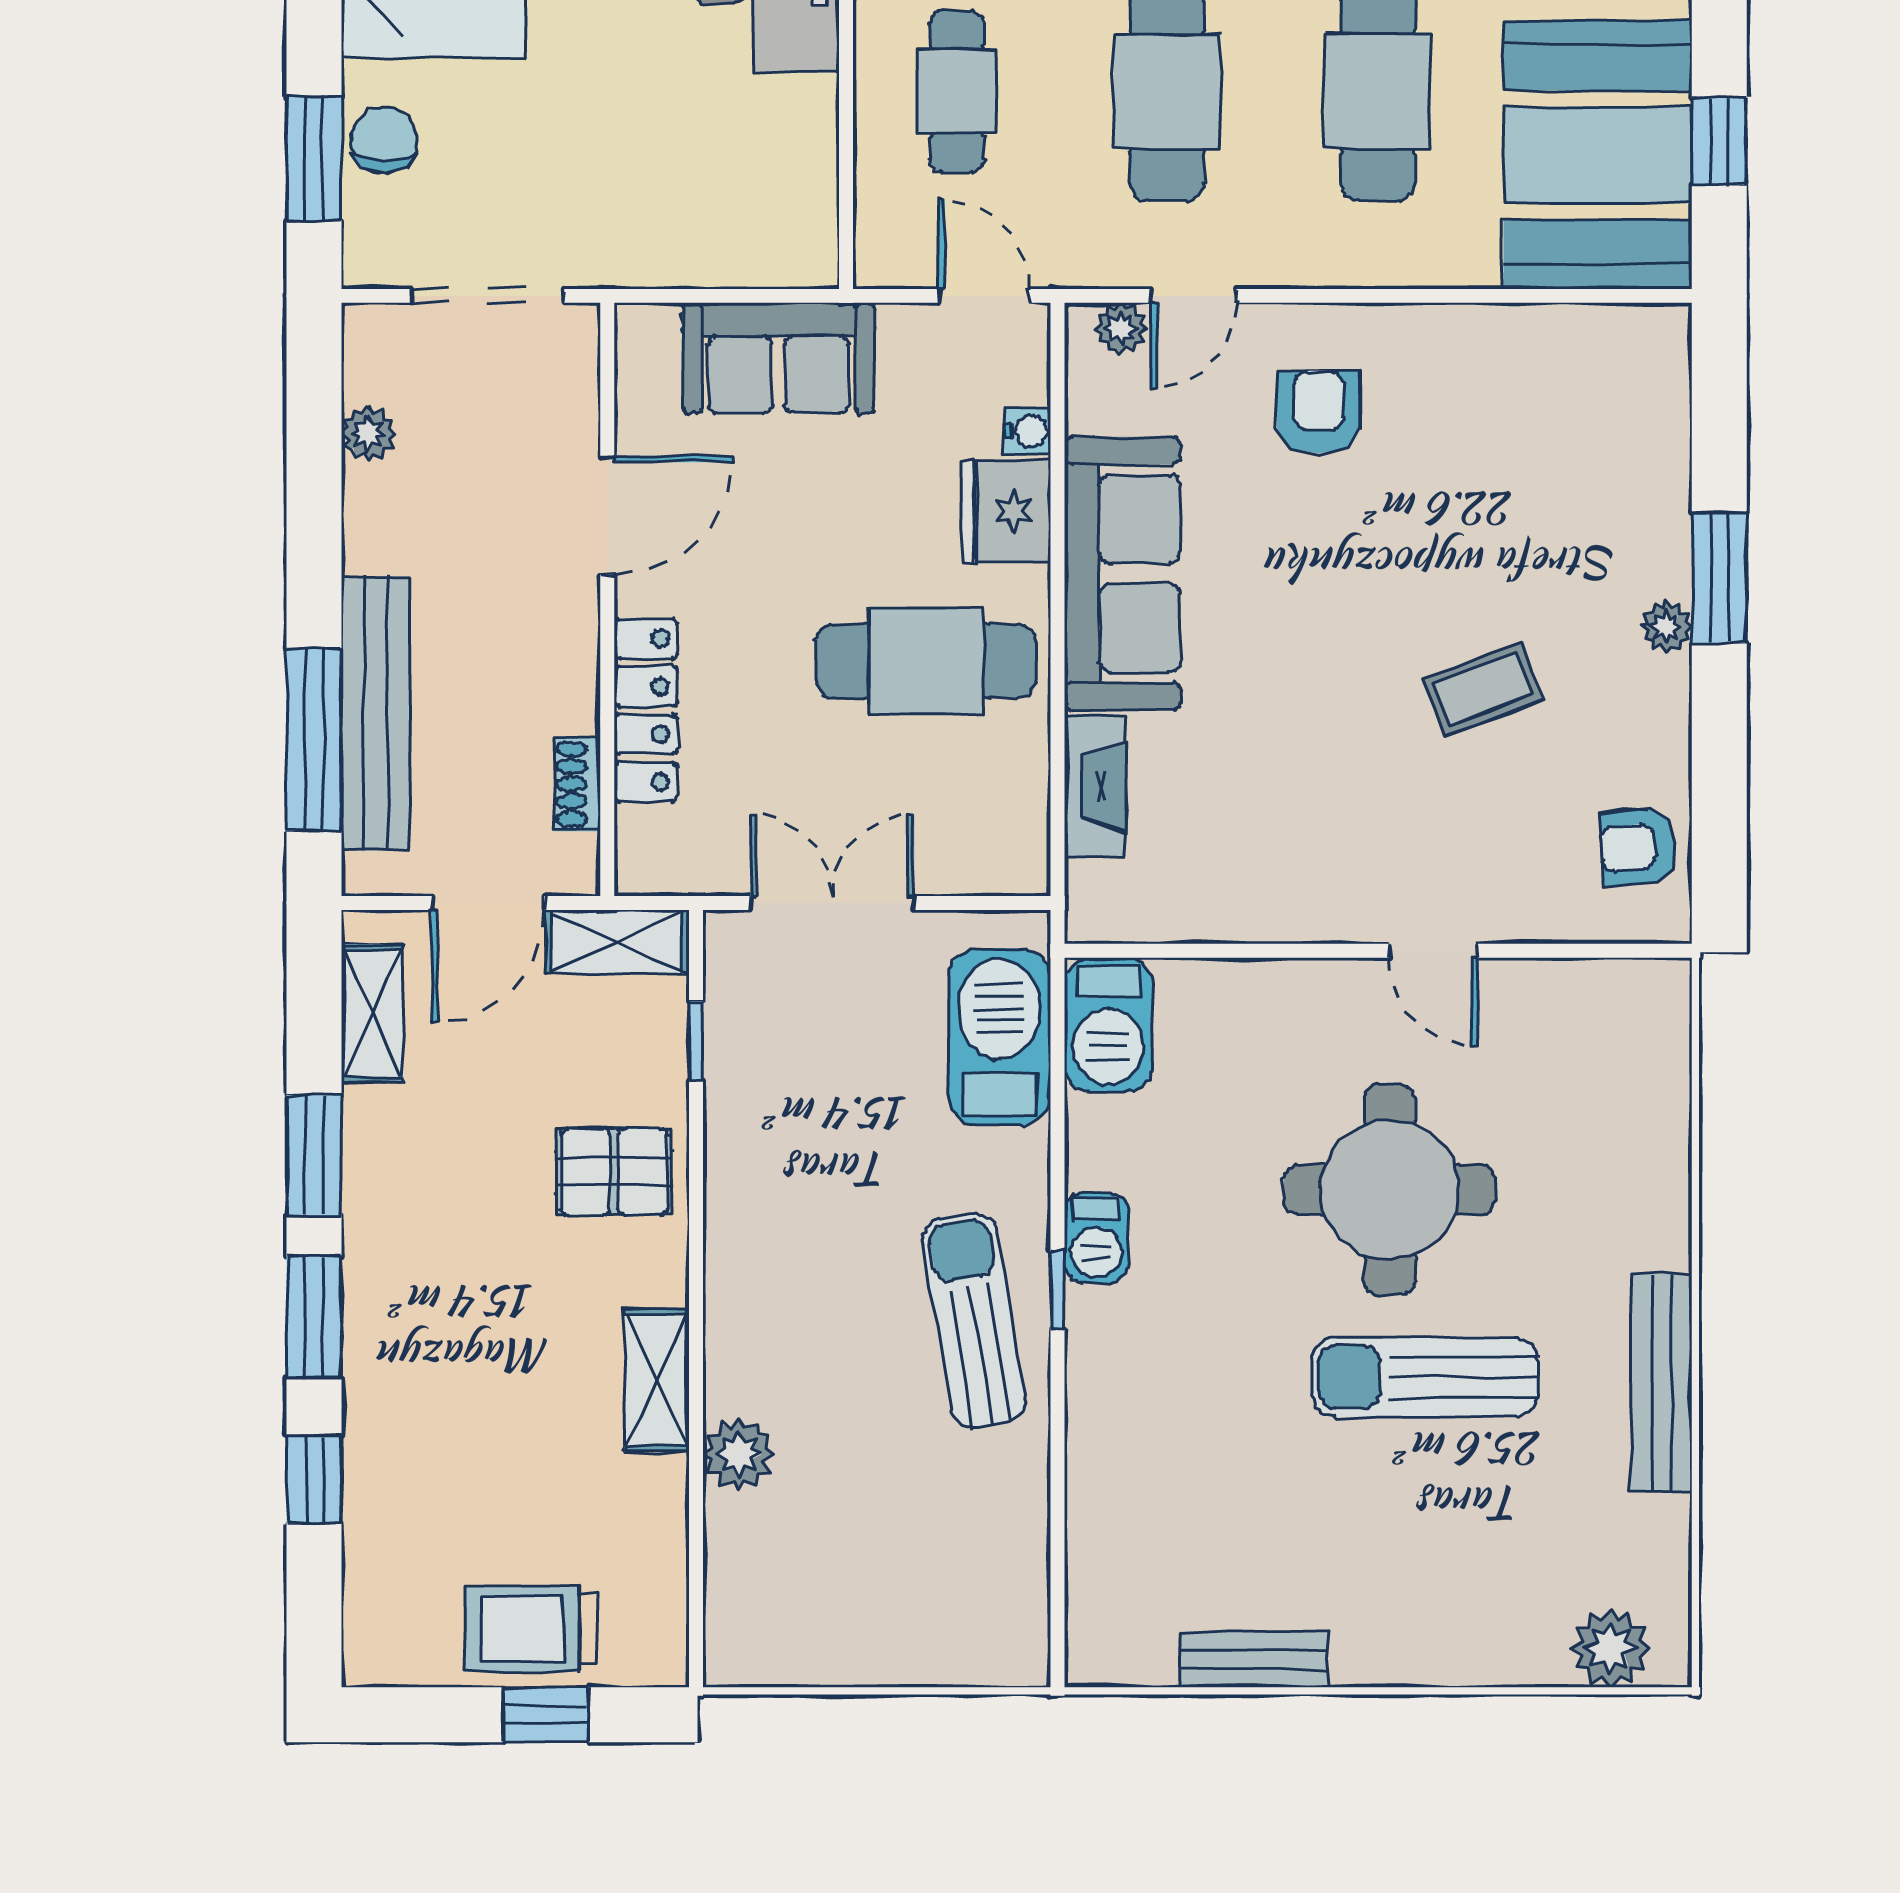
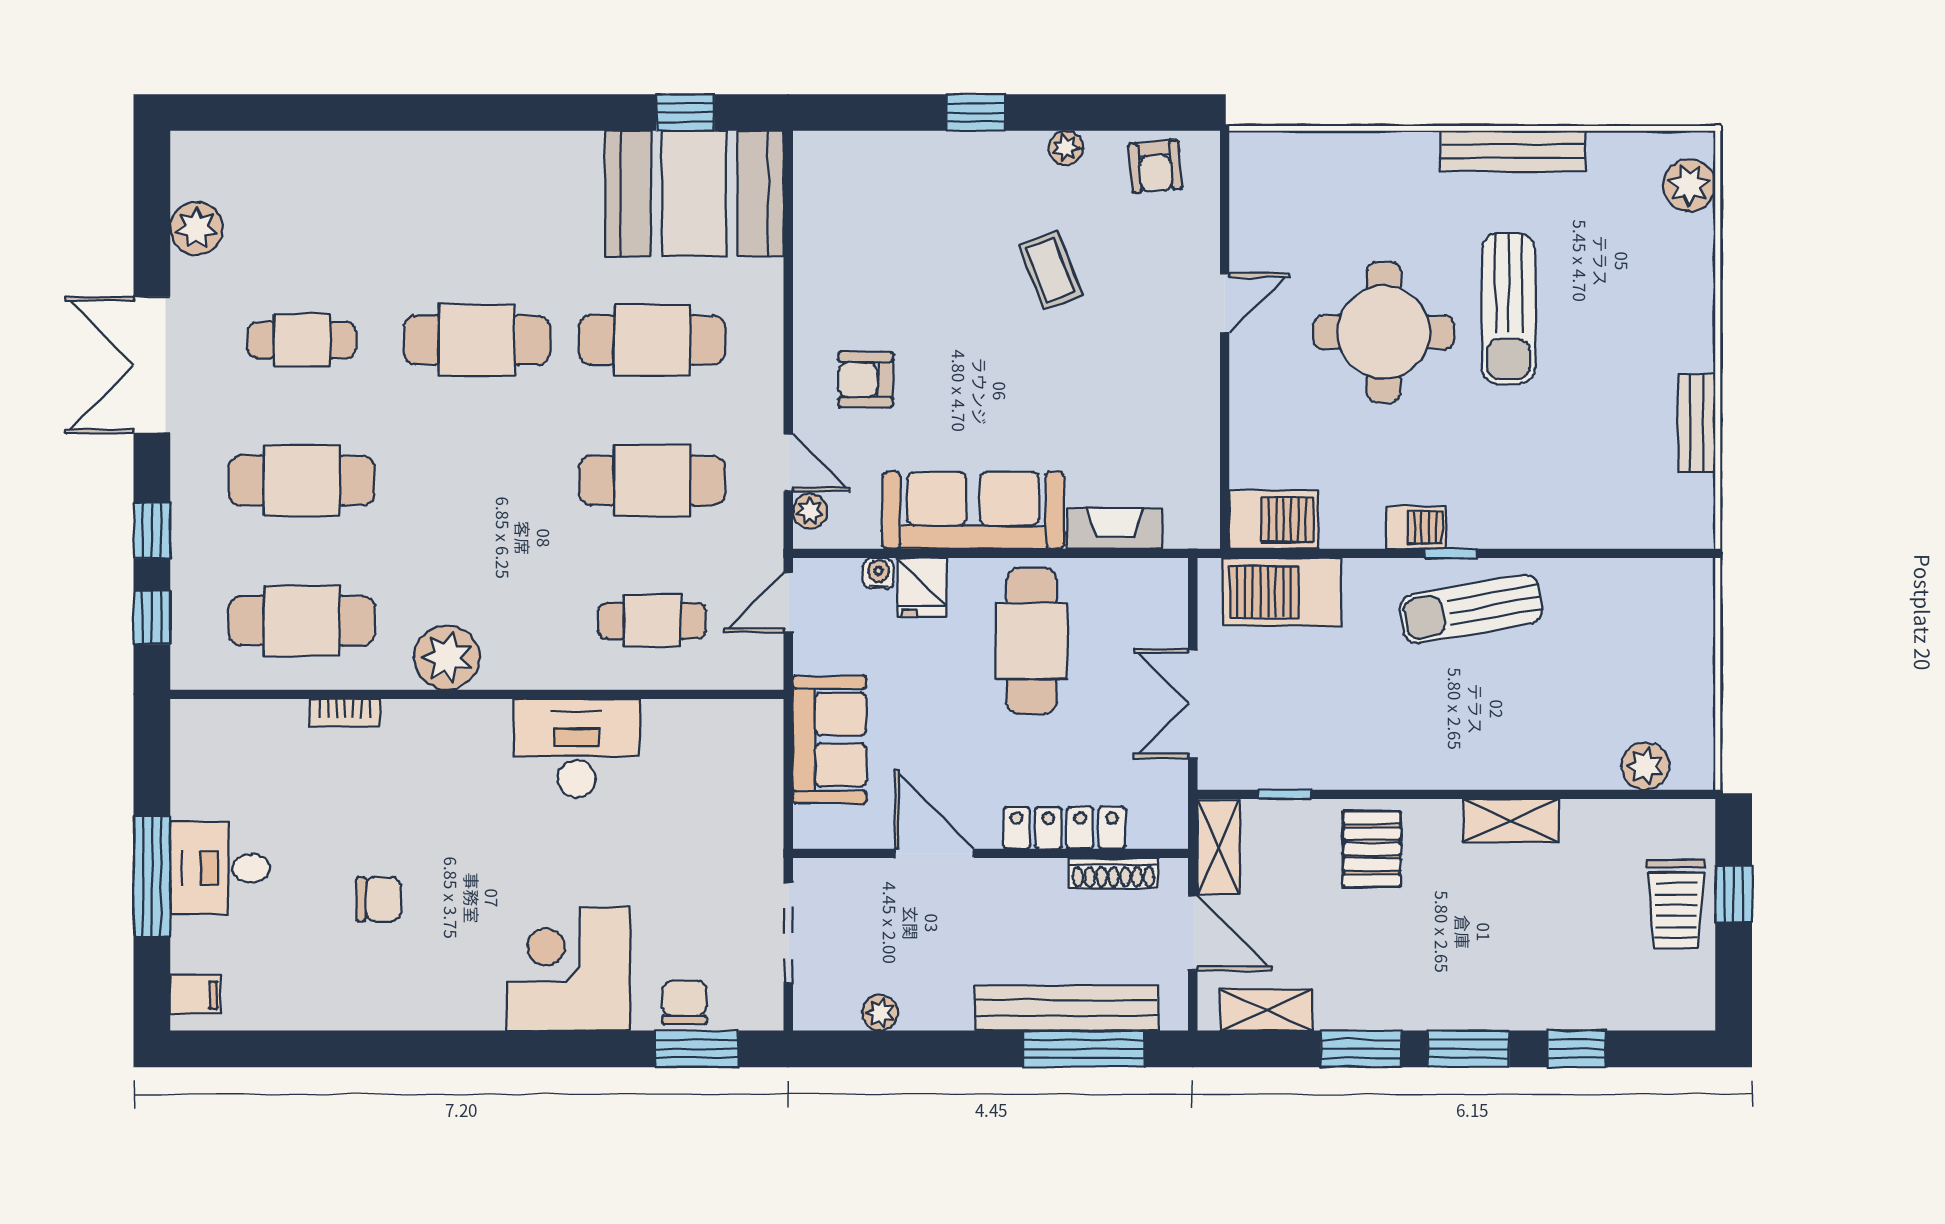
chair: (384, 140) -> (684, 1002), turned 90
fridge: (1006, 511) -> (922, 587), width x0.72
window: (1719, 578) -> (976, 113), width x0.67
plant: (1666, 627) -> (1066, 148), moved
shoe rack: (577, 784) -> (1114, 873), width x1.43
plant: (738, 1454) -> (1645, 766), moved

